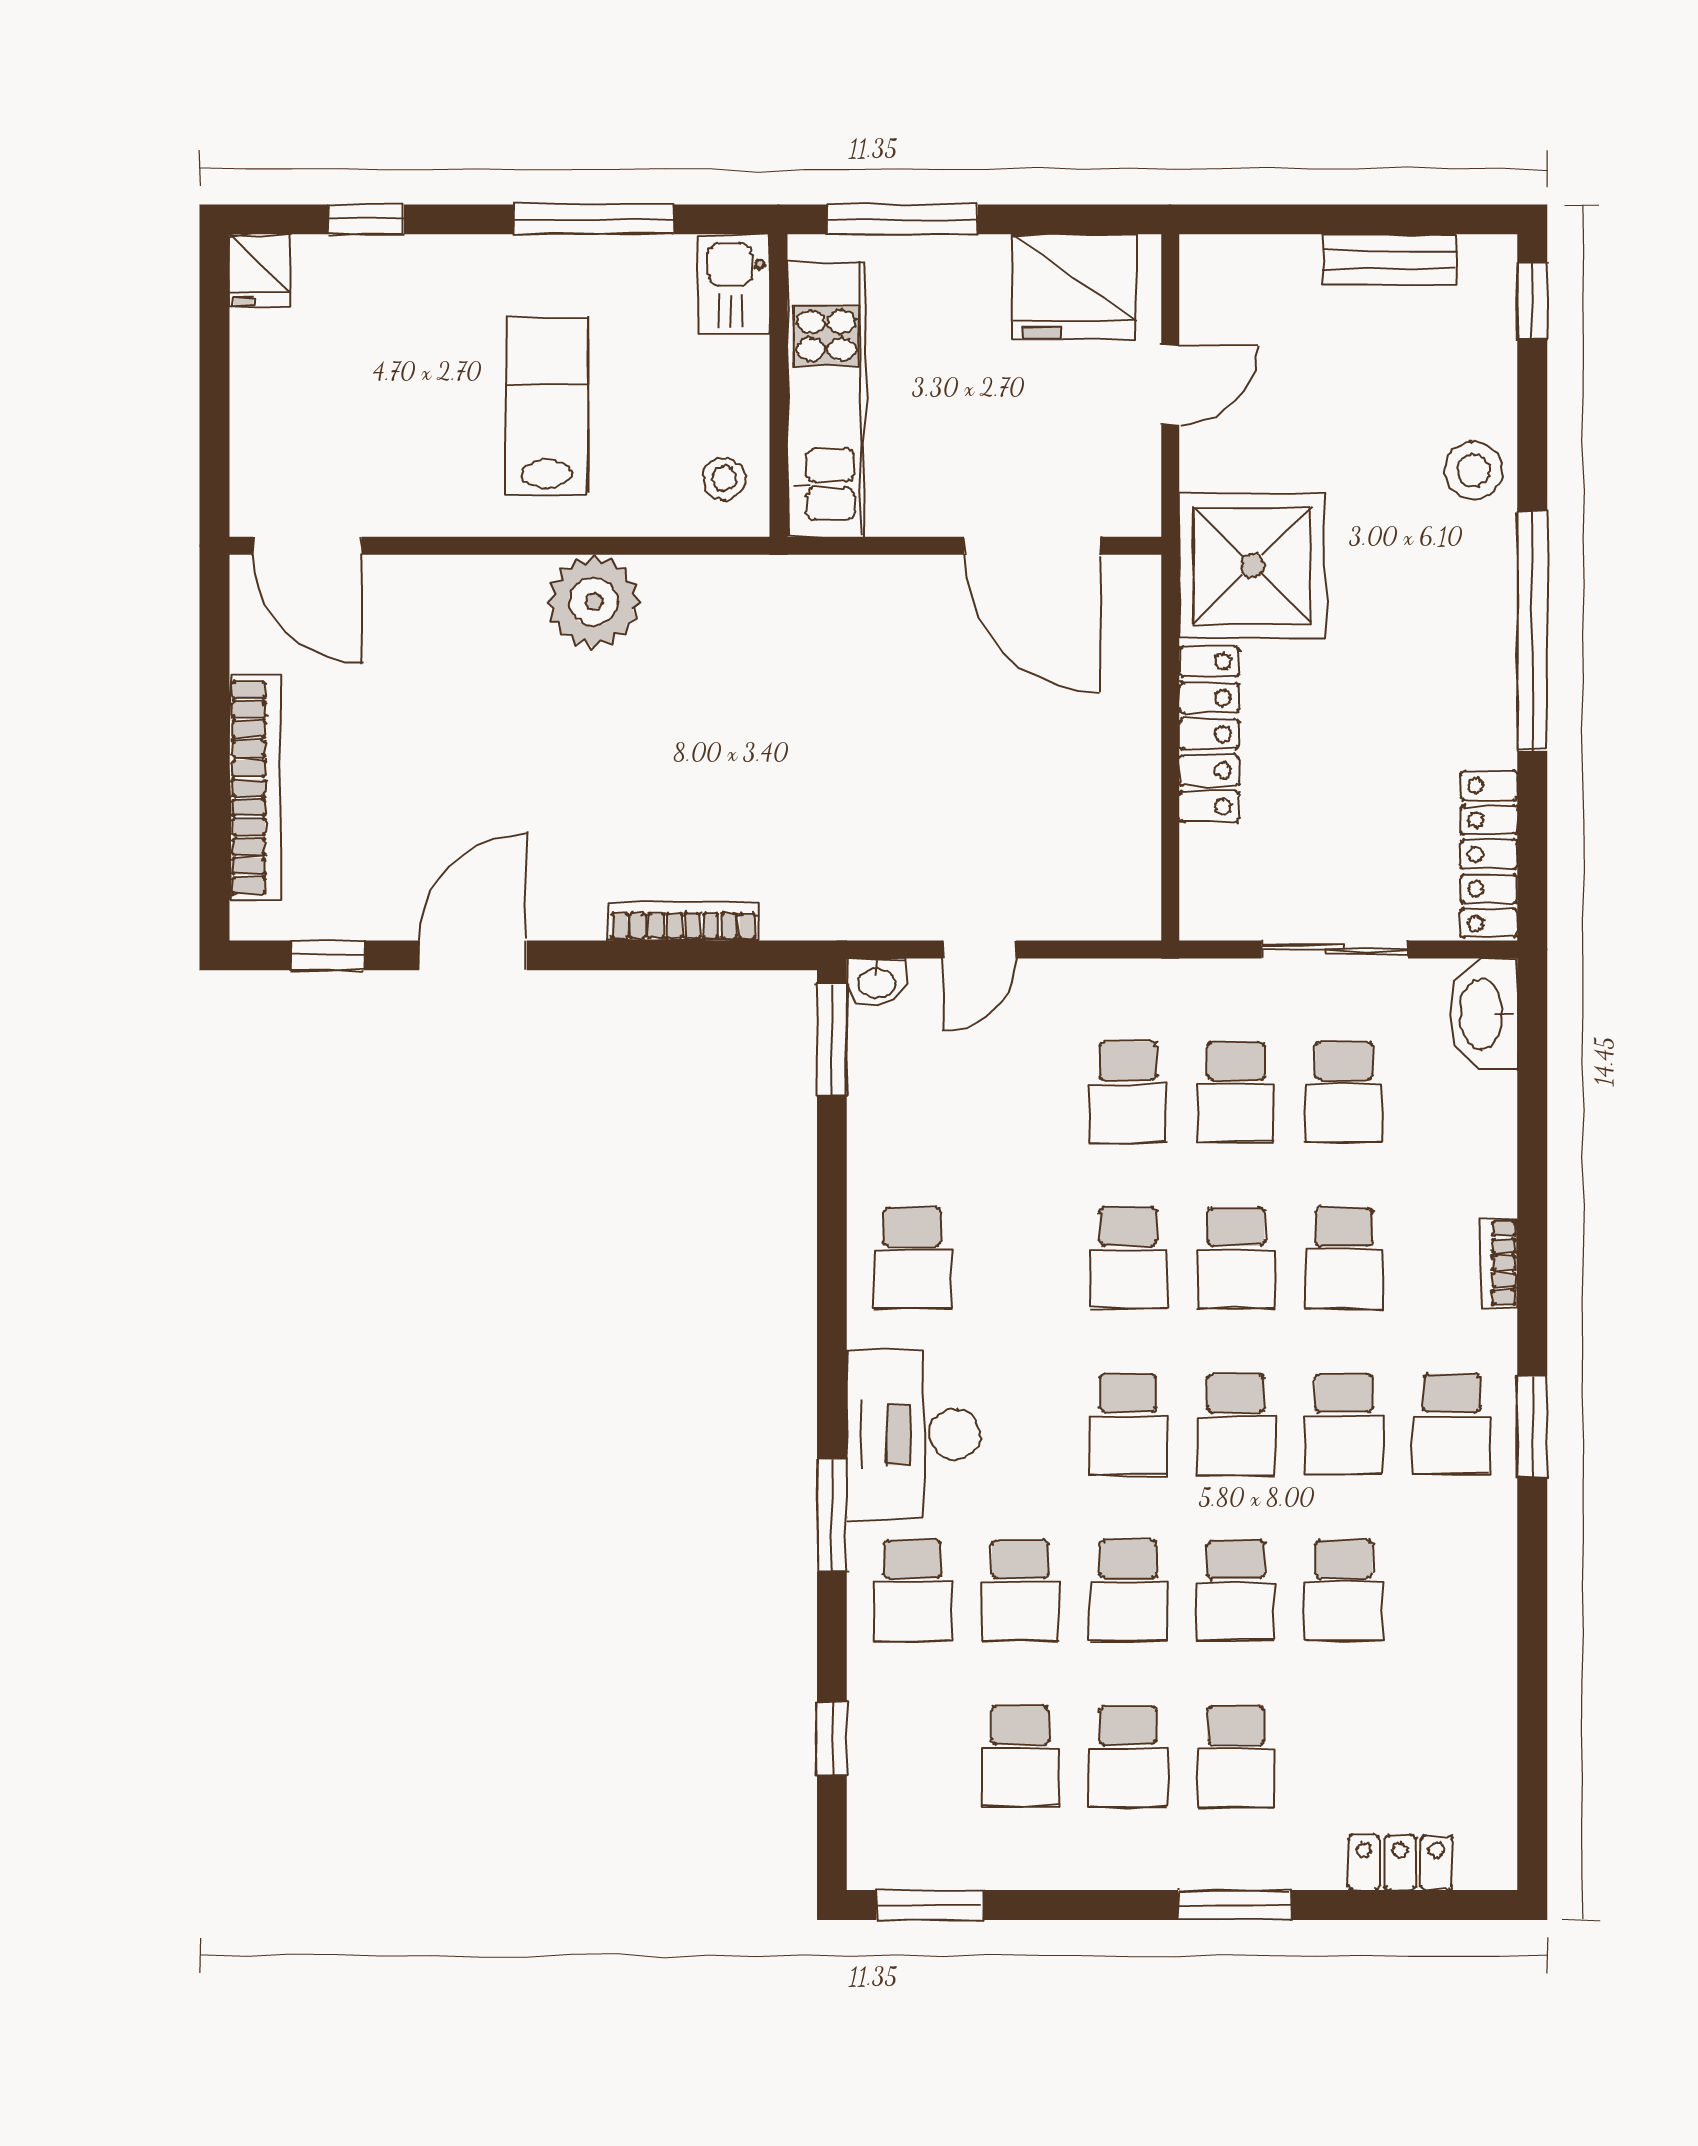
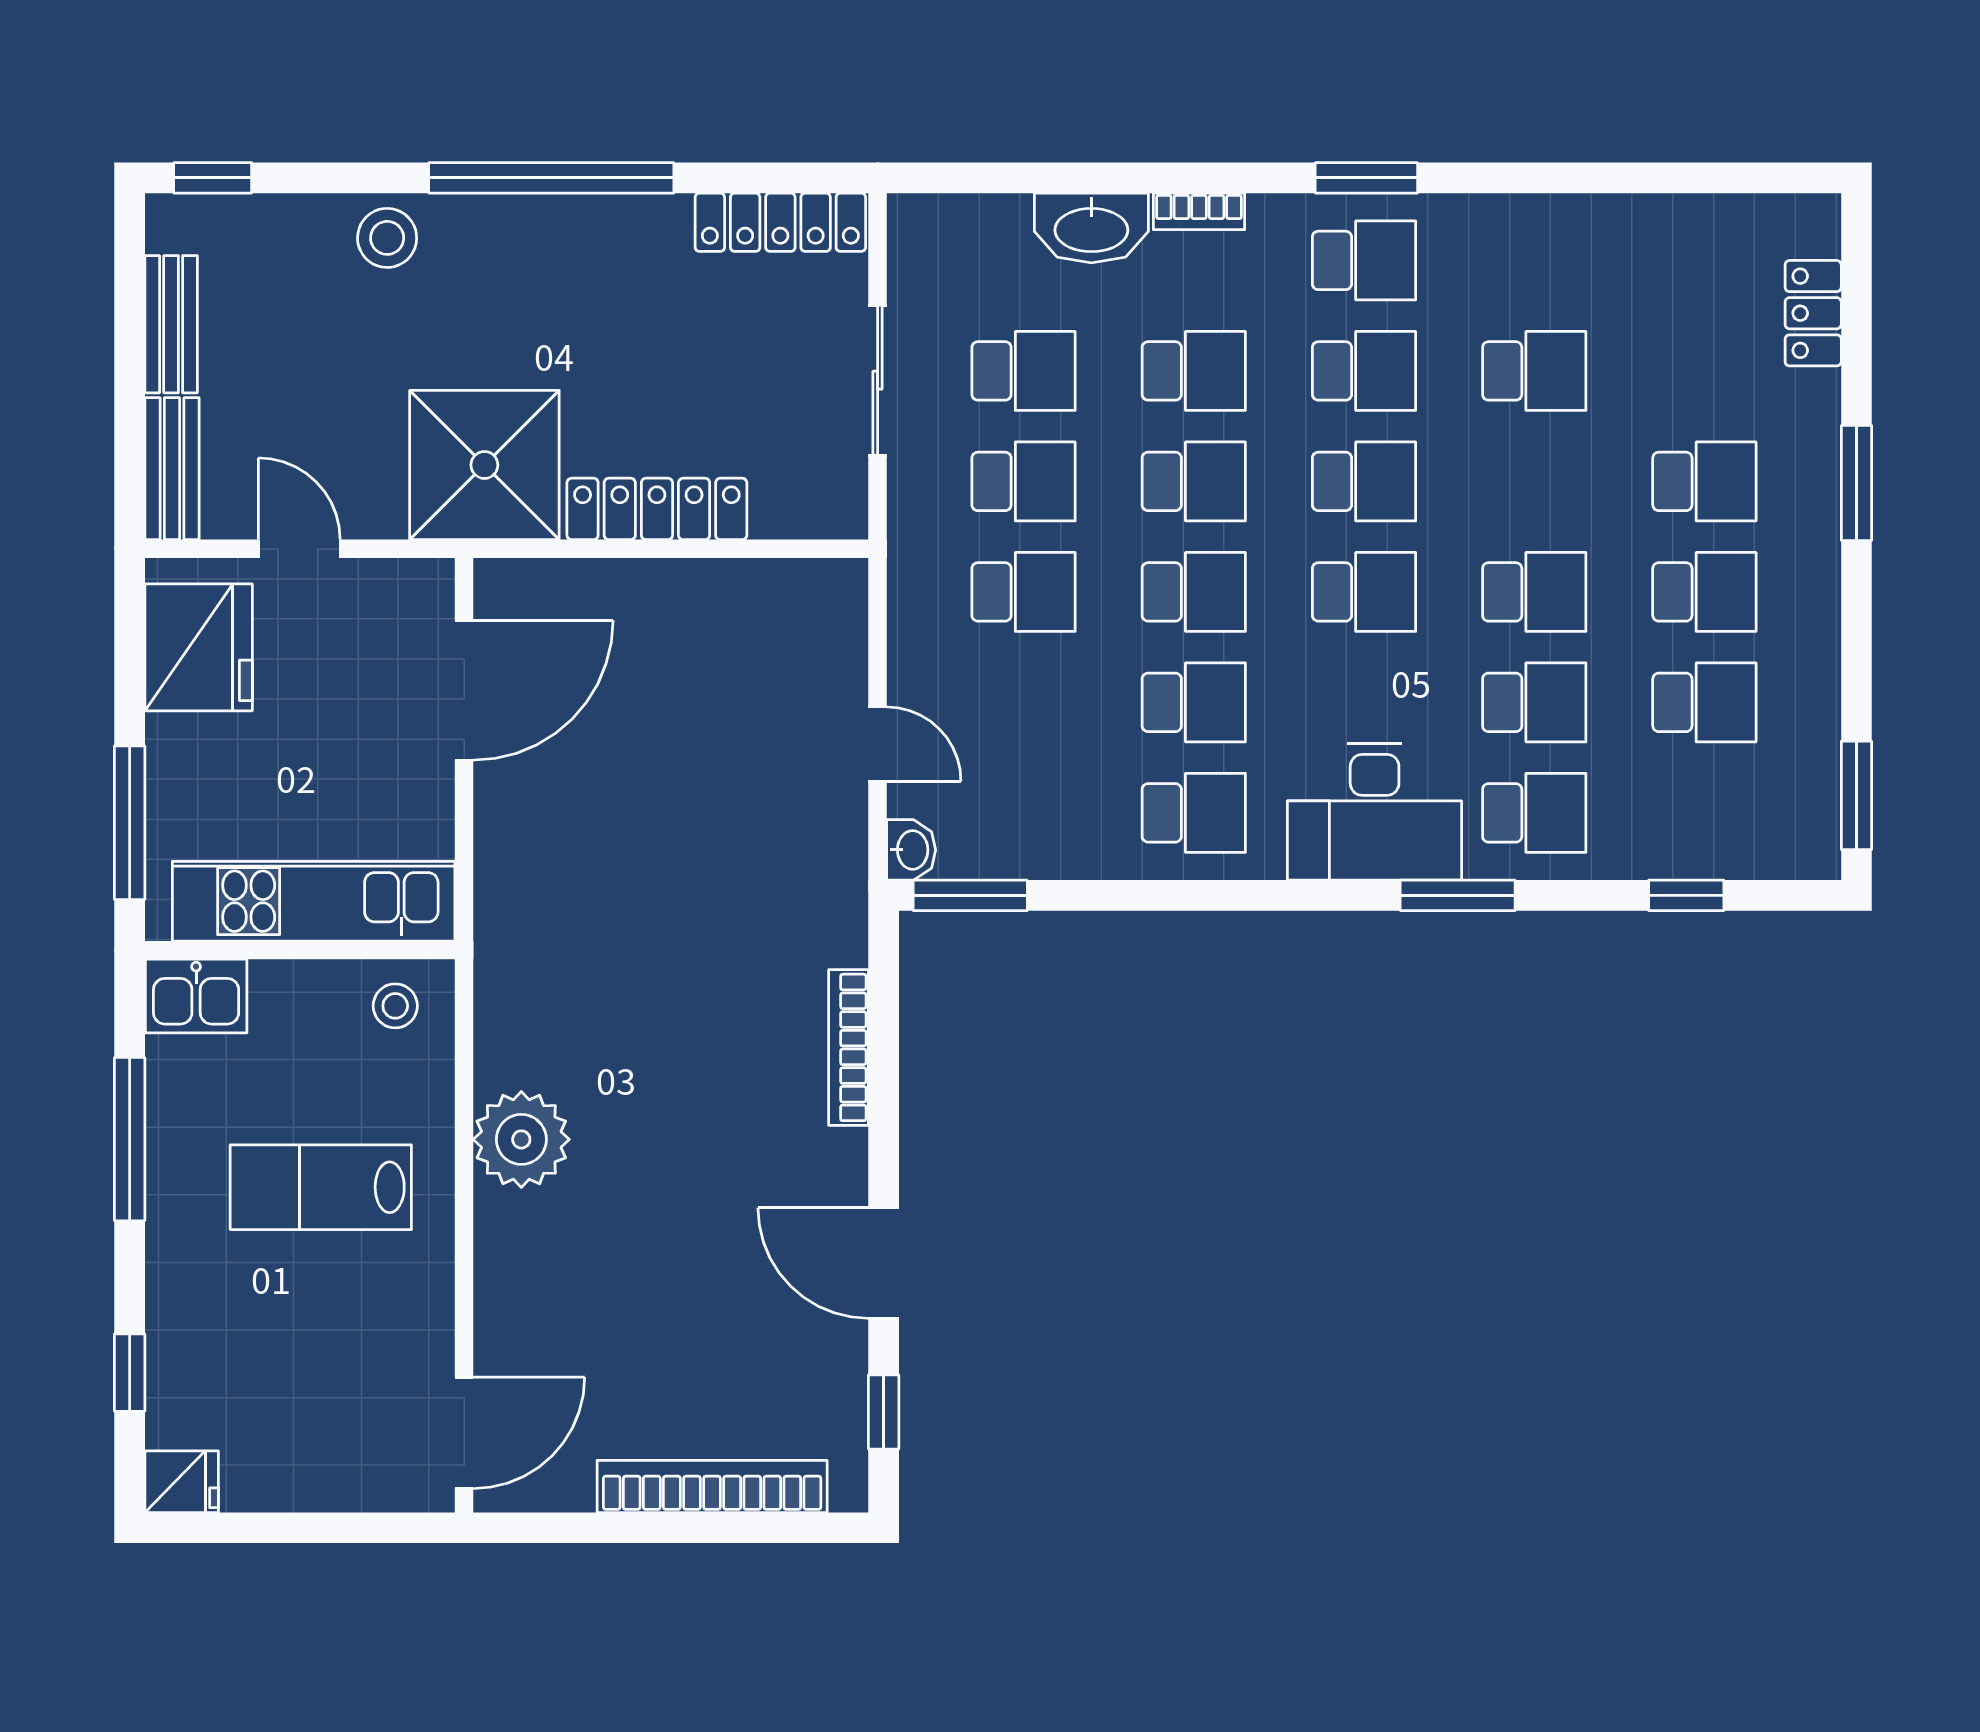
bench: (1248, 261) -> (172, 469), added
washbasin: (1483, 1014) -> (1091, 228), moved
school desk: (1236, 1590) -> (1194, 702), moved

